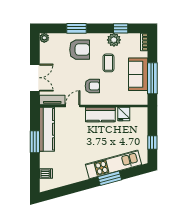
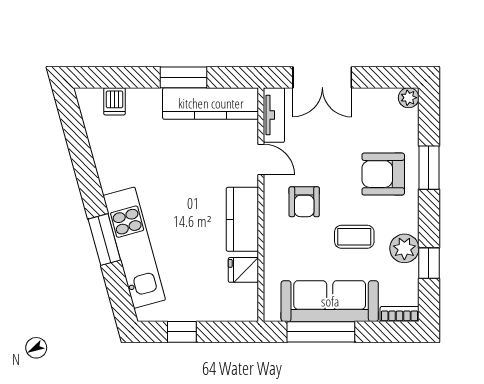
armchair: (80, 50) -> (383, 174), turned 90
sofa: (138, 74) -> (330, 301), width x1.36

